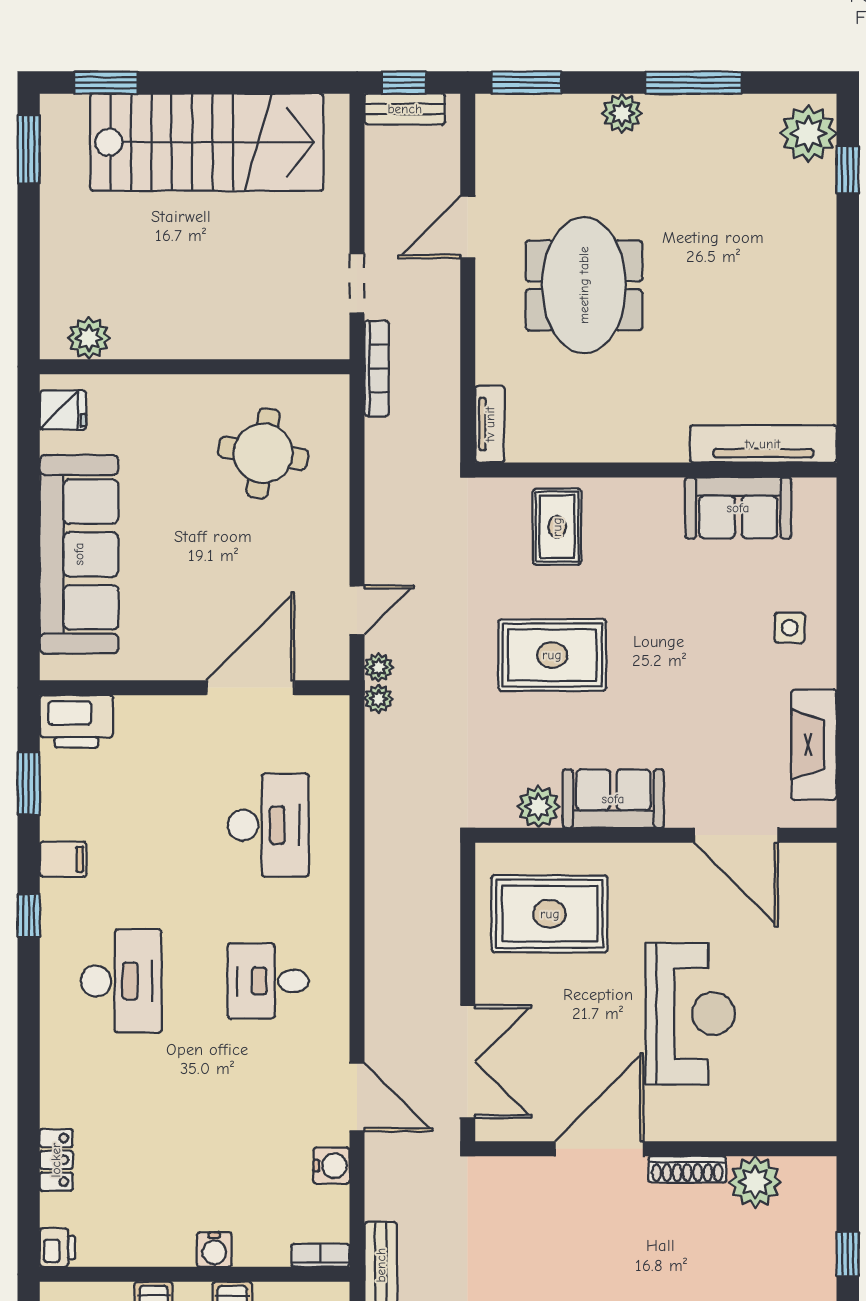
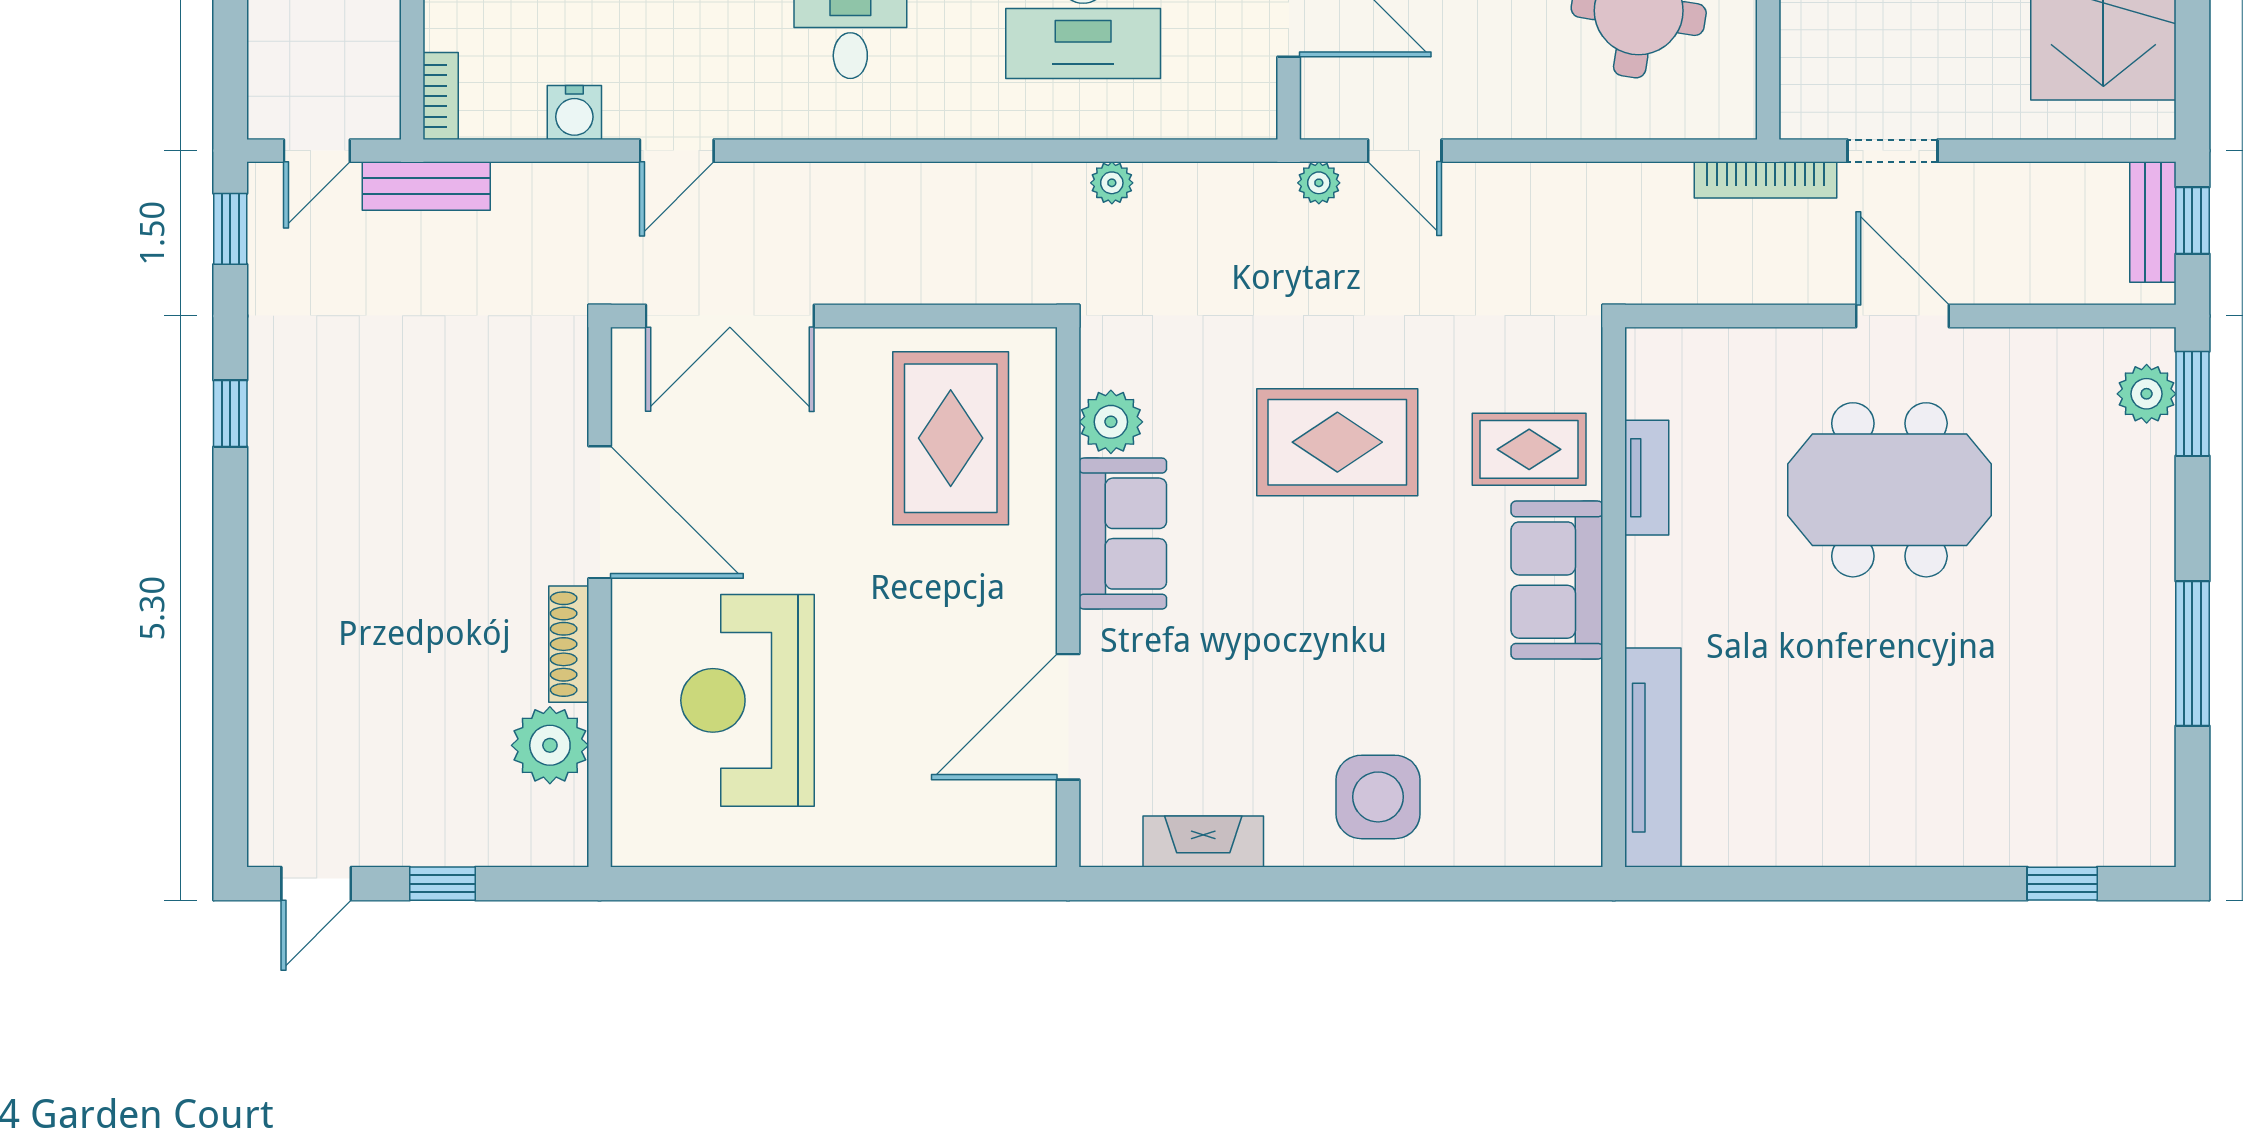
plant: (622, 113) -> (2147, 394), moved
plant: (808, 133) -> (2117, 825), removed
door: (468, 227) -> (1903, 316), moved
tv unit: (490, 424) -> (1647, 478), moved, turned -90
sofa: (738, 508) -> (1557, 580), moved
side table: (790, 628) -> (1378, 797), width x1.87, depth x1.87
rug: (552, 655) -> (1337, 442), turned 90
plant: (379, 699) -> (1112, 183), moved
fireplace: (814, 745) -> (1203, 841), width x0.73, depth x0.76
reception desk: (690, 1014) -> (748, 700), moved, turned 90
door: (357, 1097) -> (677, 151), width x0.73

